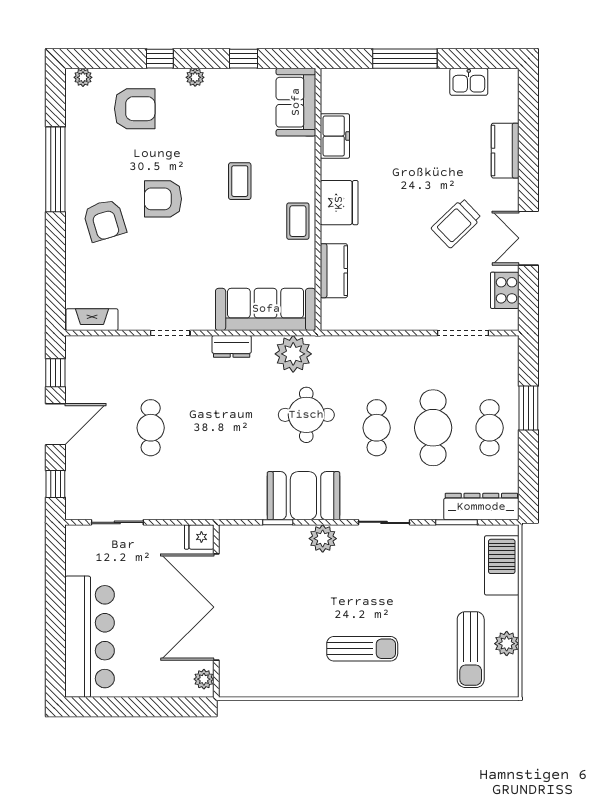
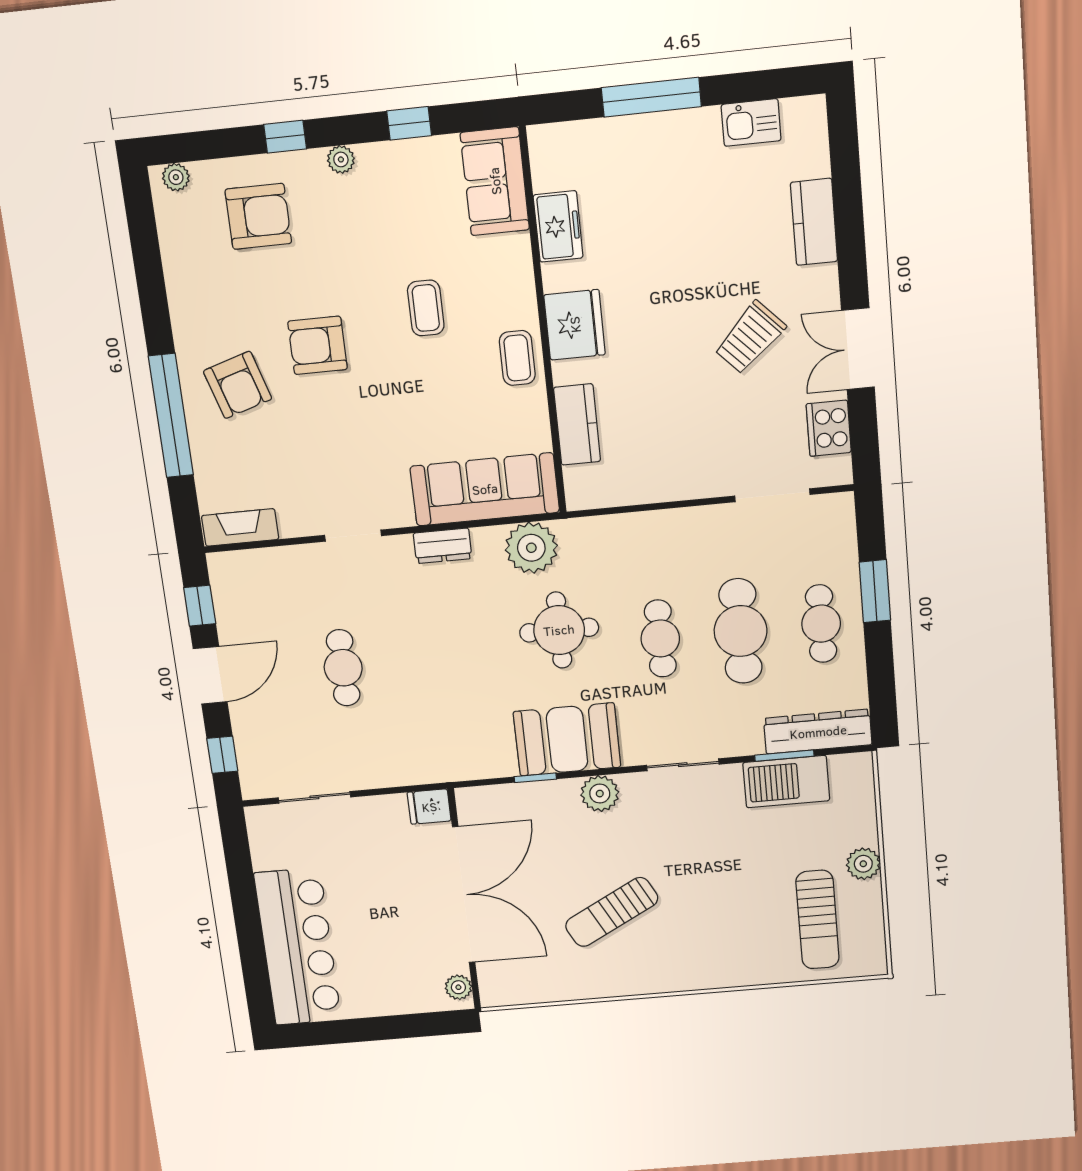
window: (55, 169) -> (171, 416), moved
barbecue: (502, 565) -> (786, 782), moved, turned -90
double door: (216, 607) -> (464, 895), swing flipped
plant: (507, 644) -> (863, 864), moved
sun lounger: (362, 649) -> (612, 912), moved, turned 152

